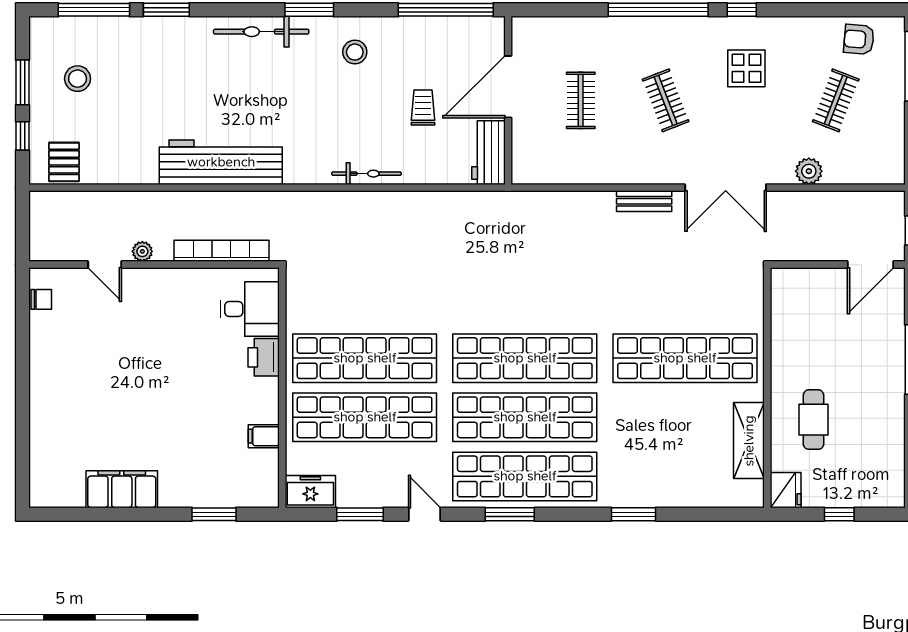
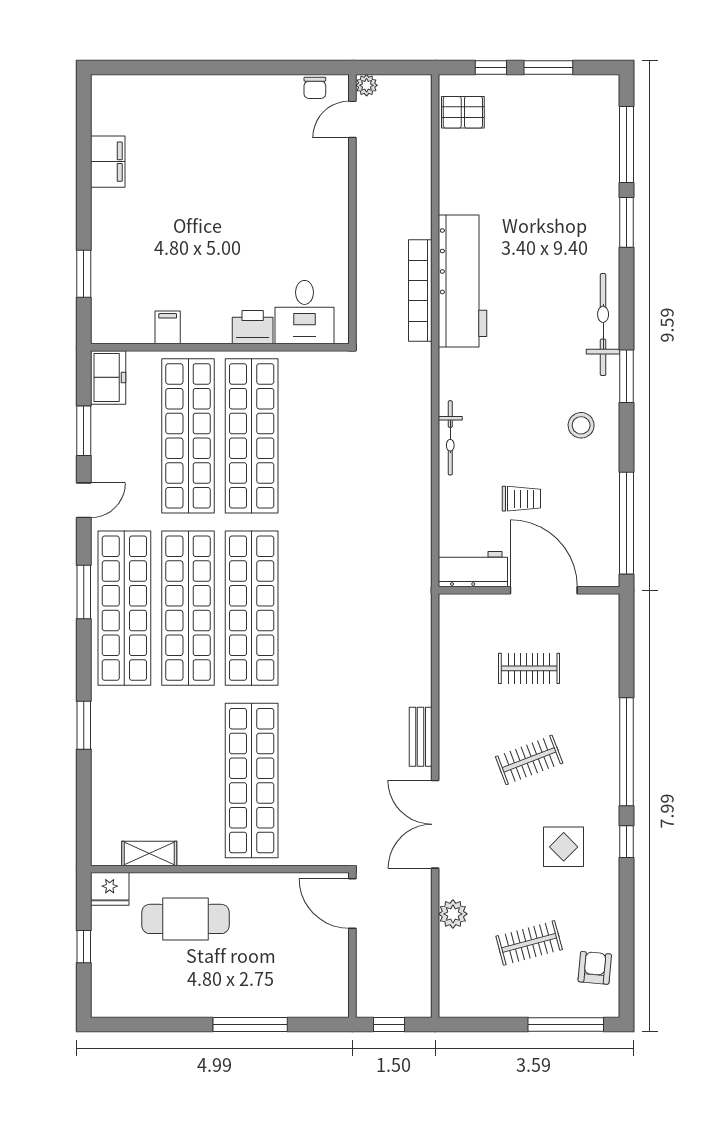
stool: (78, 79) -> (553, 127), removed
clothes rail: (836, 100) -> (529, 943), turned -36
plant: (142, 251) -> (367, 85), moved
bookcase: (222, 251) -> (420, 291), moved, turned 180
door: (105, 265) -> (352, 119), moved
door: (870, 265) -> (352, 904), moved
cafe table: (814, 420) -> (185, 919), width x1.37, depth x1.35
shelving: (749, 441) -> (149, 853), width x0.67, depth x0.75
filing cabinet: (122, 489) -> (108, 162), width x0.67, depth x0.86

